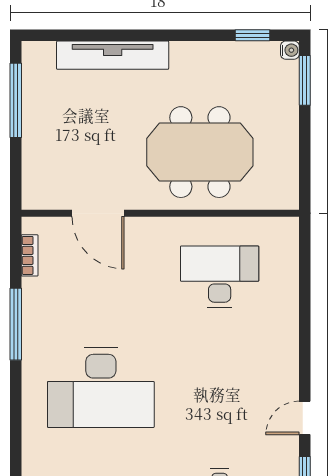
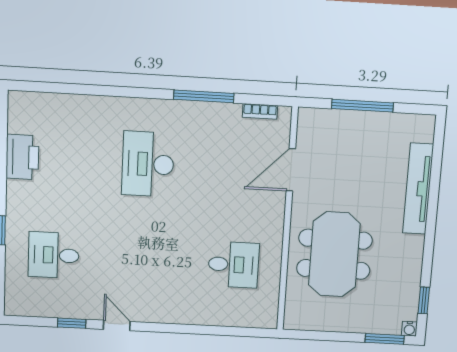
window: (16, 100) -> (362, 106), moved
desk: (220, 277) -> (233, 265), width x0.73
desk: (101, 388) -> (148, 164), width x0.73, depth x0.77

